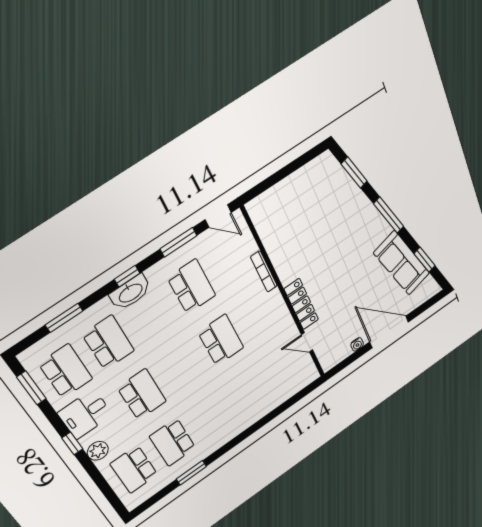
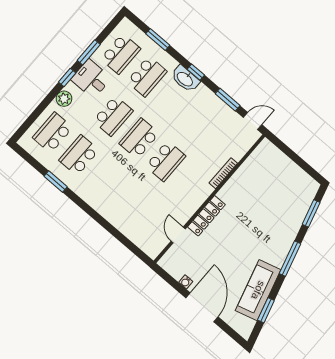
door: (218, 216) -> (253, 121), swing flipped
school desk: (192, 287) -> (139, 138), moved, turned 180
window: (31, 388) -> (89, 52), moved

